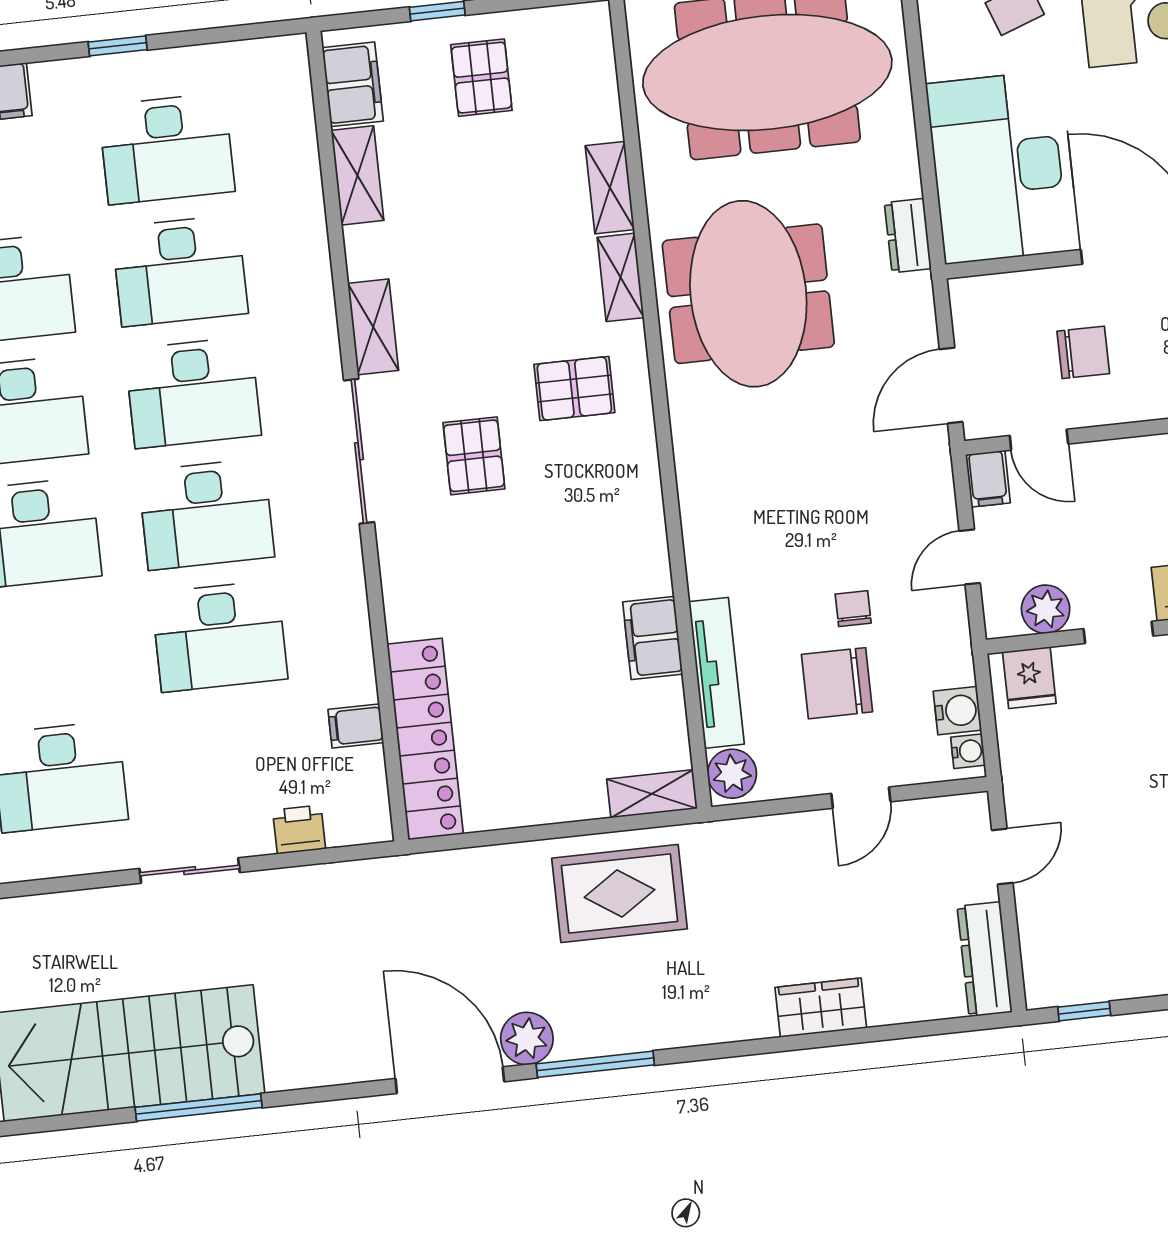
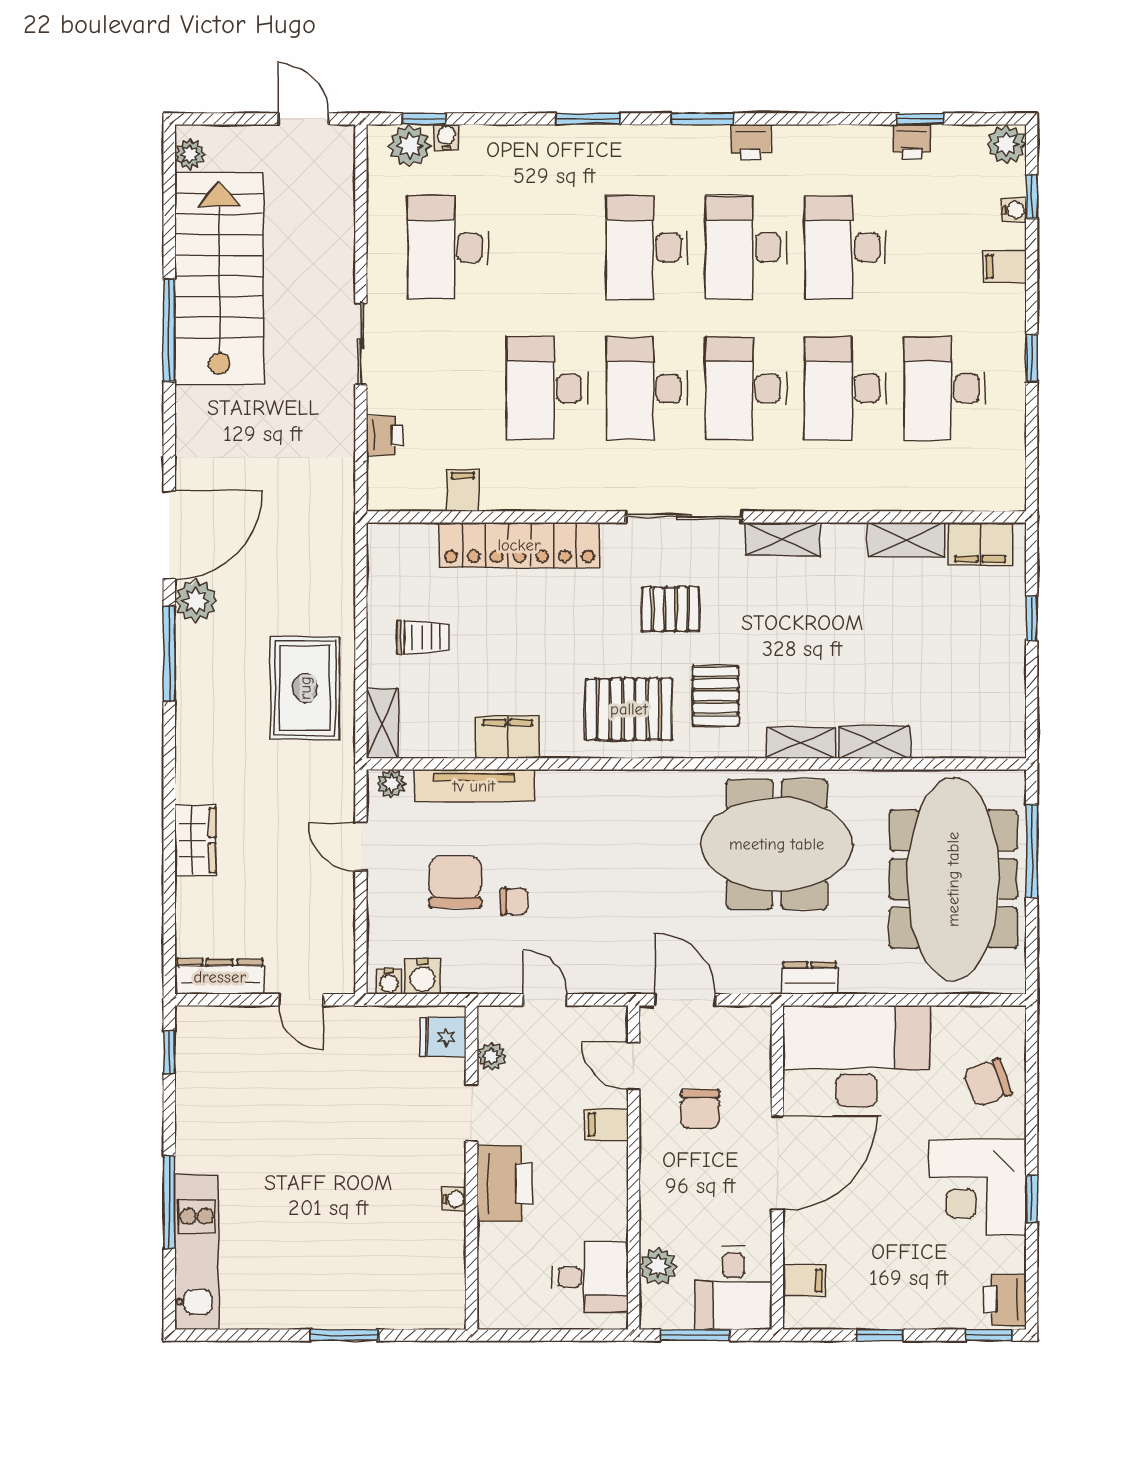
pallet: (481, 78) -> (629, 709), moved, width x1.50, depth x1.42
door: (1039, 440) -> (634, 1066), hinge flipped
filing cabinet: (988, 479) -> (607, 1124), moved
plant: (1046, 609) -> (491, 1056), width x0.73, depth x0.73
locker: (425, 739) -> (519, 545), moved
trolley: (541, 755) -> (423, 637), added
plant: (732, 774) -> (391, 784), width x0.73, depth x0.73
door: (861, 798) -> (361, 847), moved

